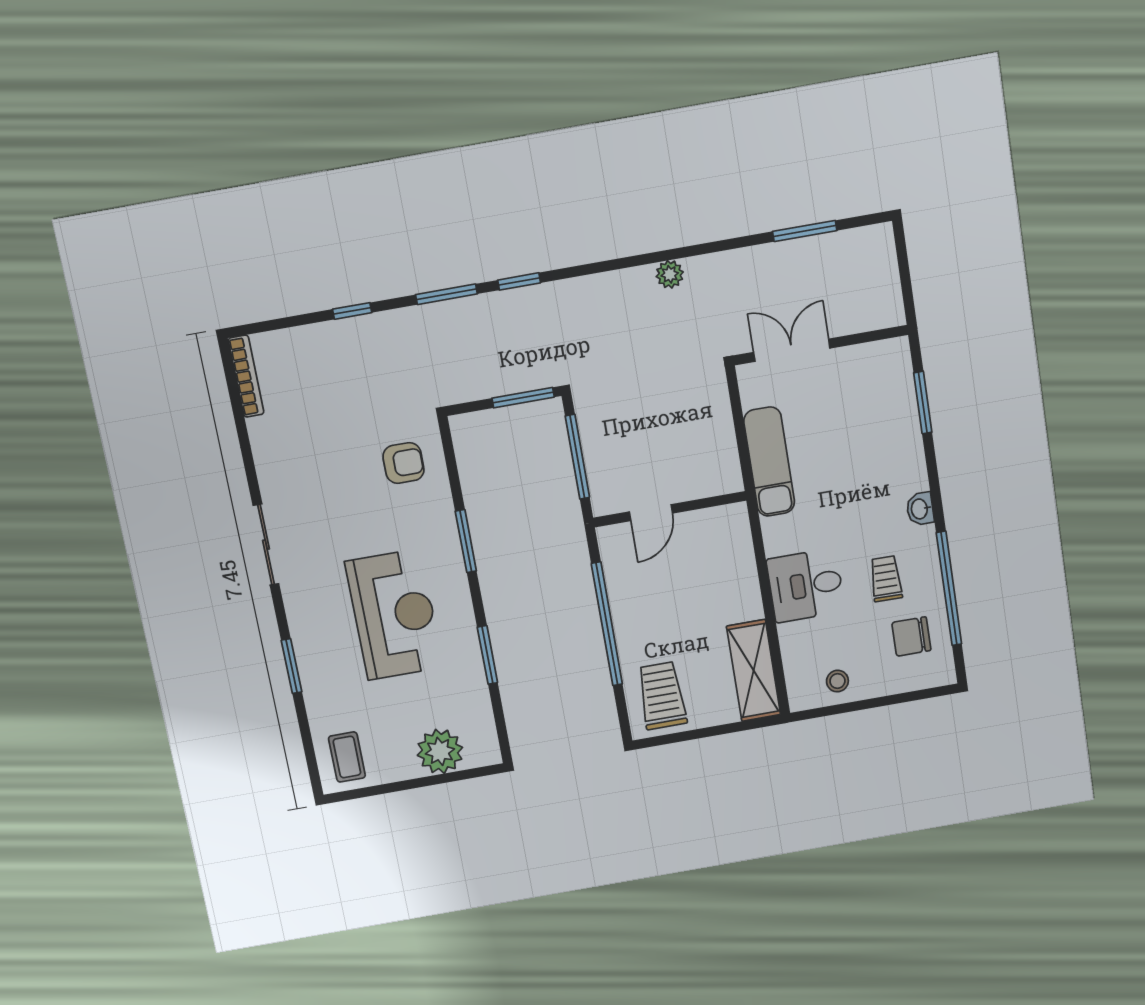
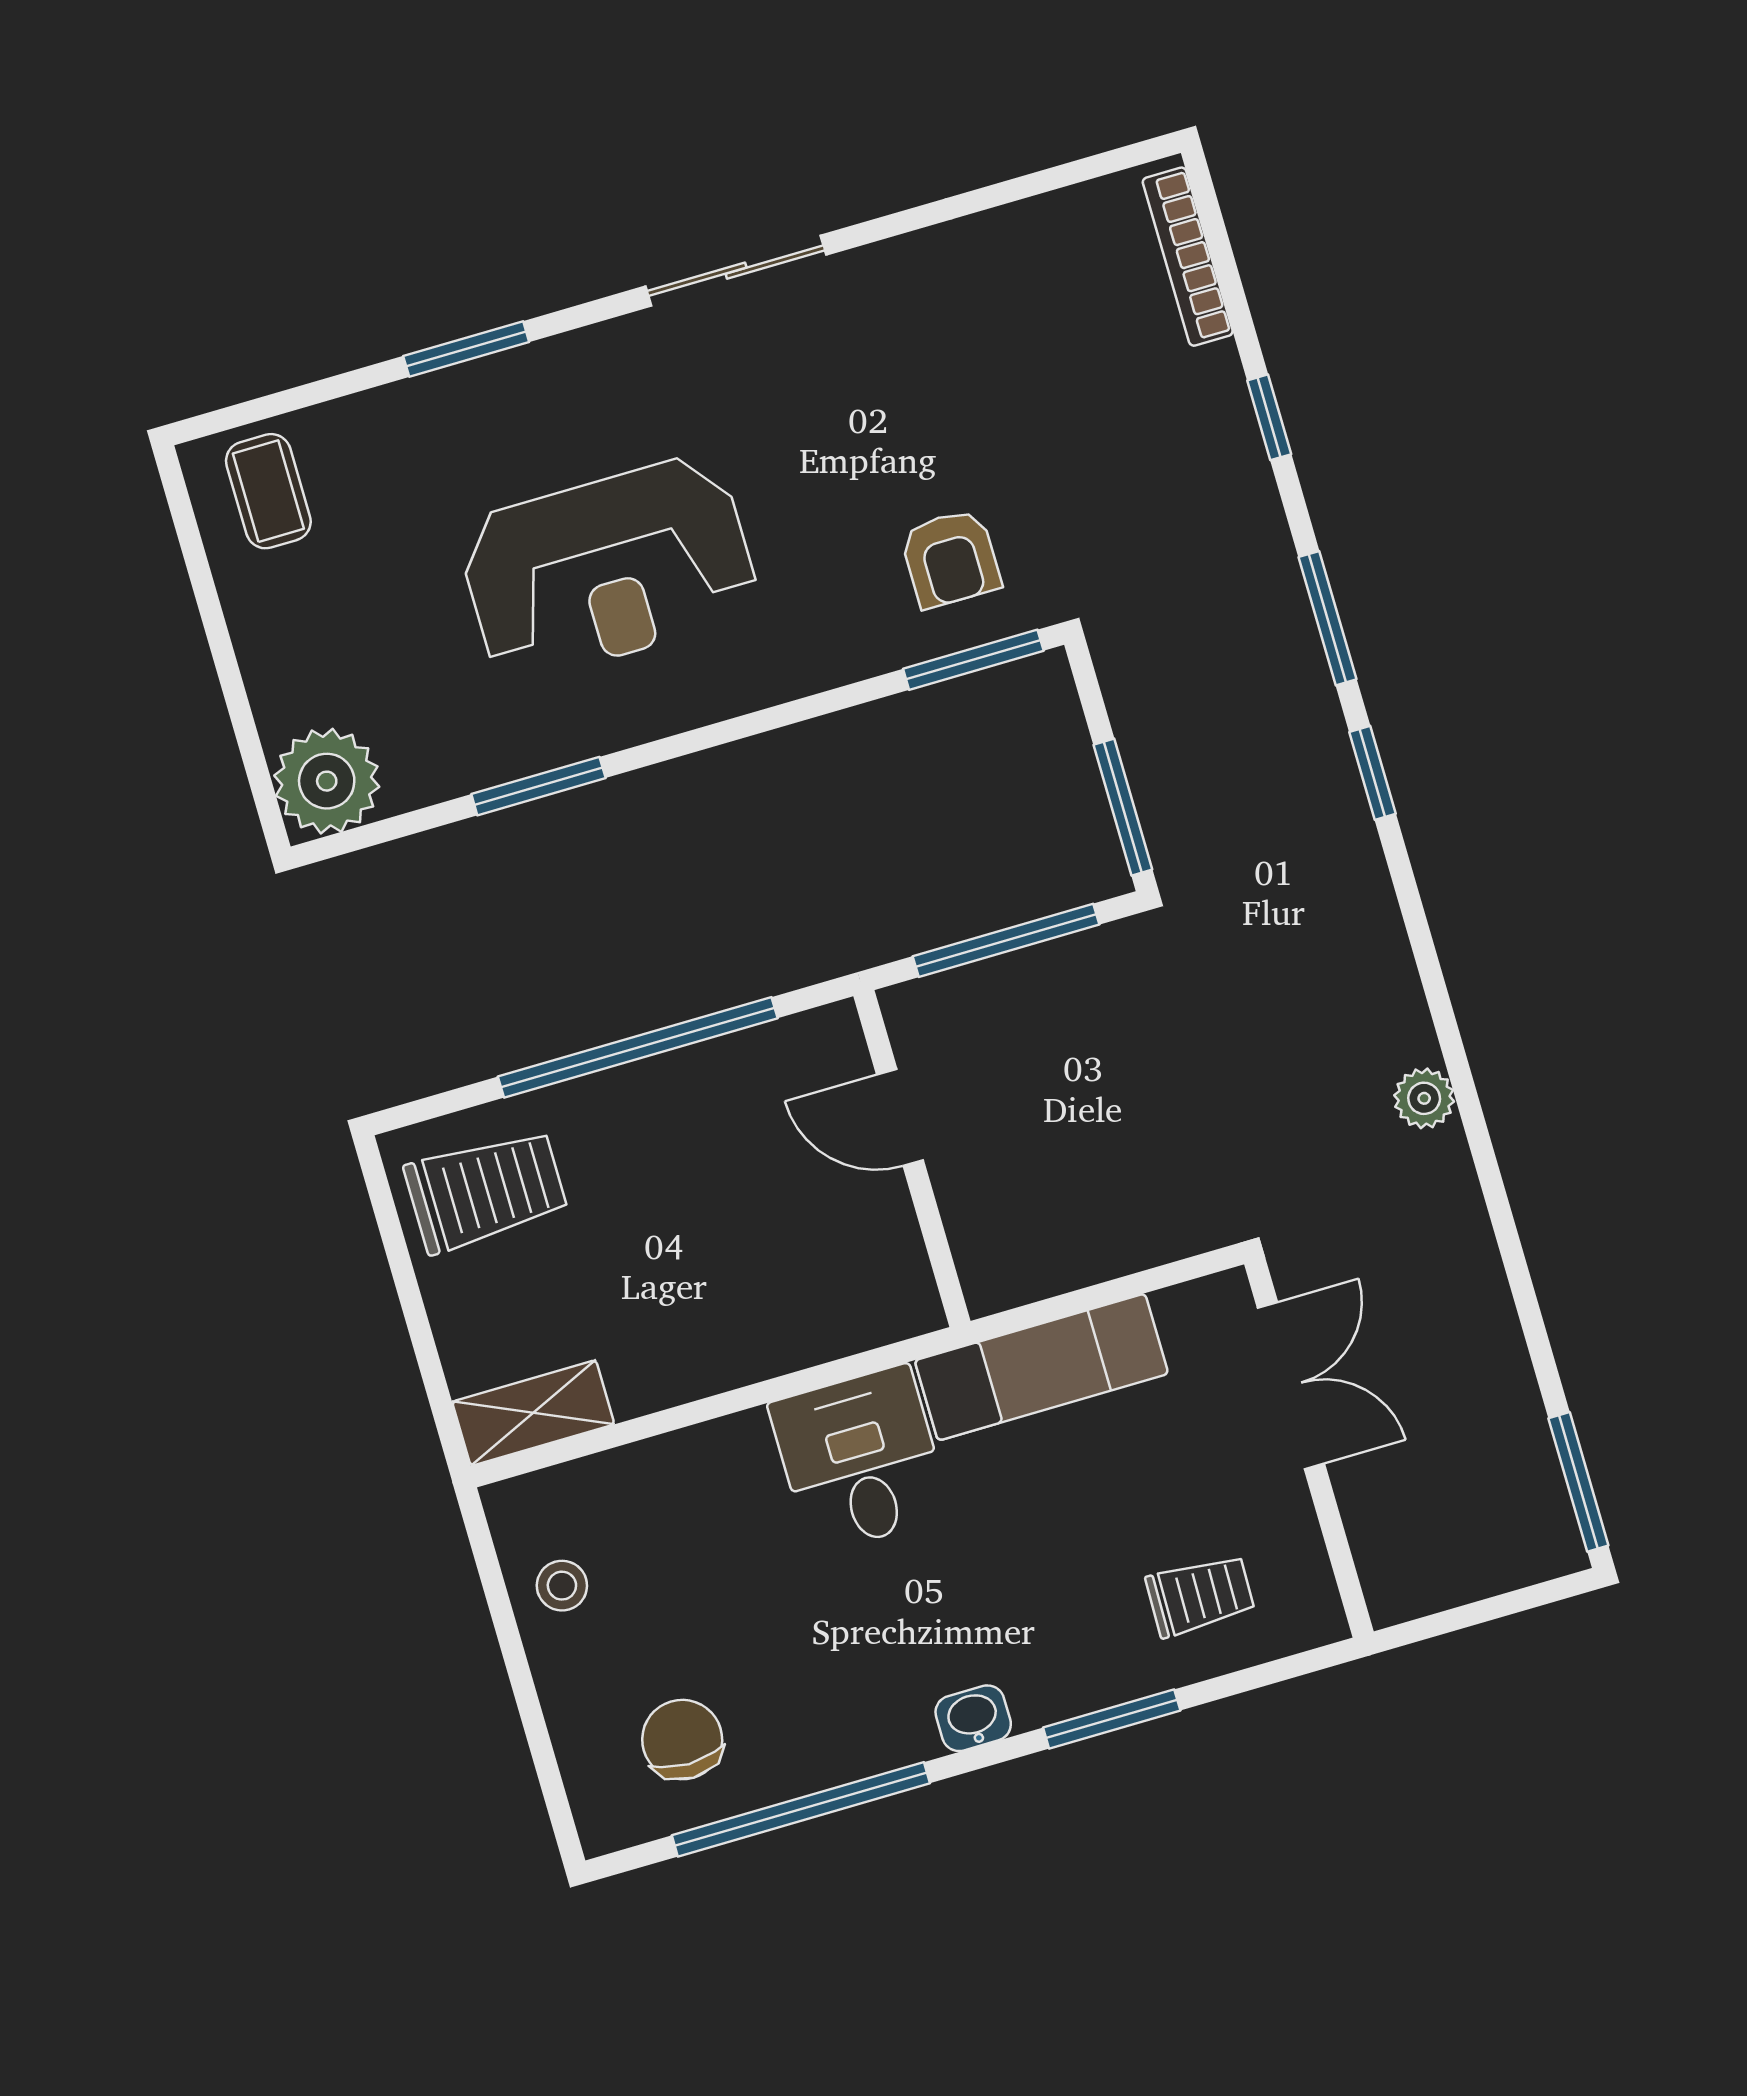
window: (805, 231) -> (1578, 1482), moved
bookcase: (246, 376) -> (1188, 257), moved, turned 90
window: (923, 403) -> (1112, 1719), moved
window: (466, 541) -> (973, 660), moved
trolley: (886, 579) -> (1200, 1595), moved
desk: (806, 585) -> (860, 1459), moved
shelving: (754, 671) -> (533, 1413), width x0.67, depth x0.75
plant: (440, 751) -> (327, 781), moved
coffee table: (347, 757) -> (268, 491), turned 90

